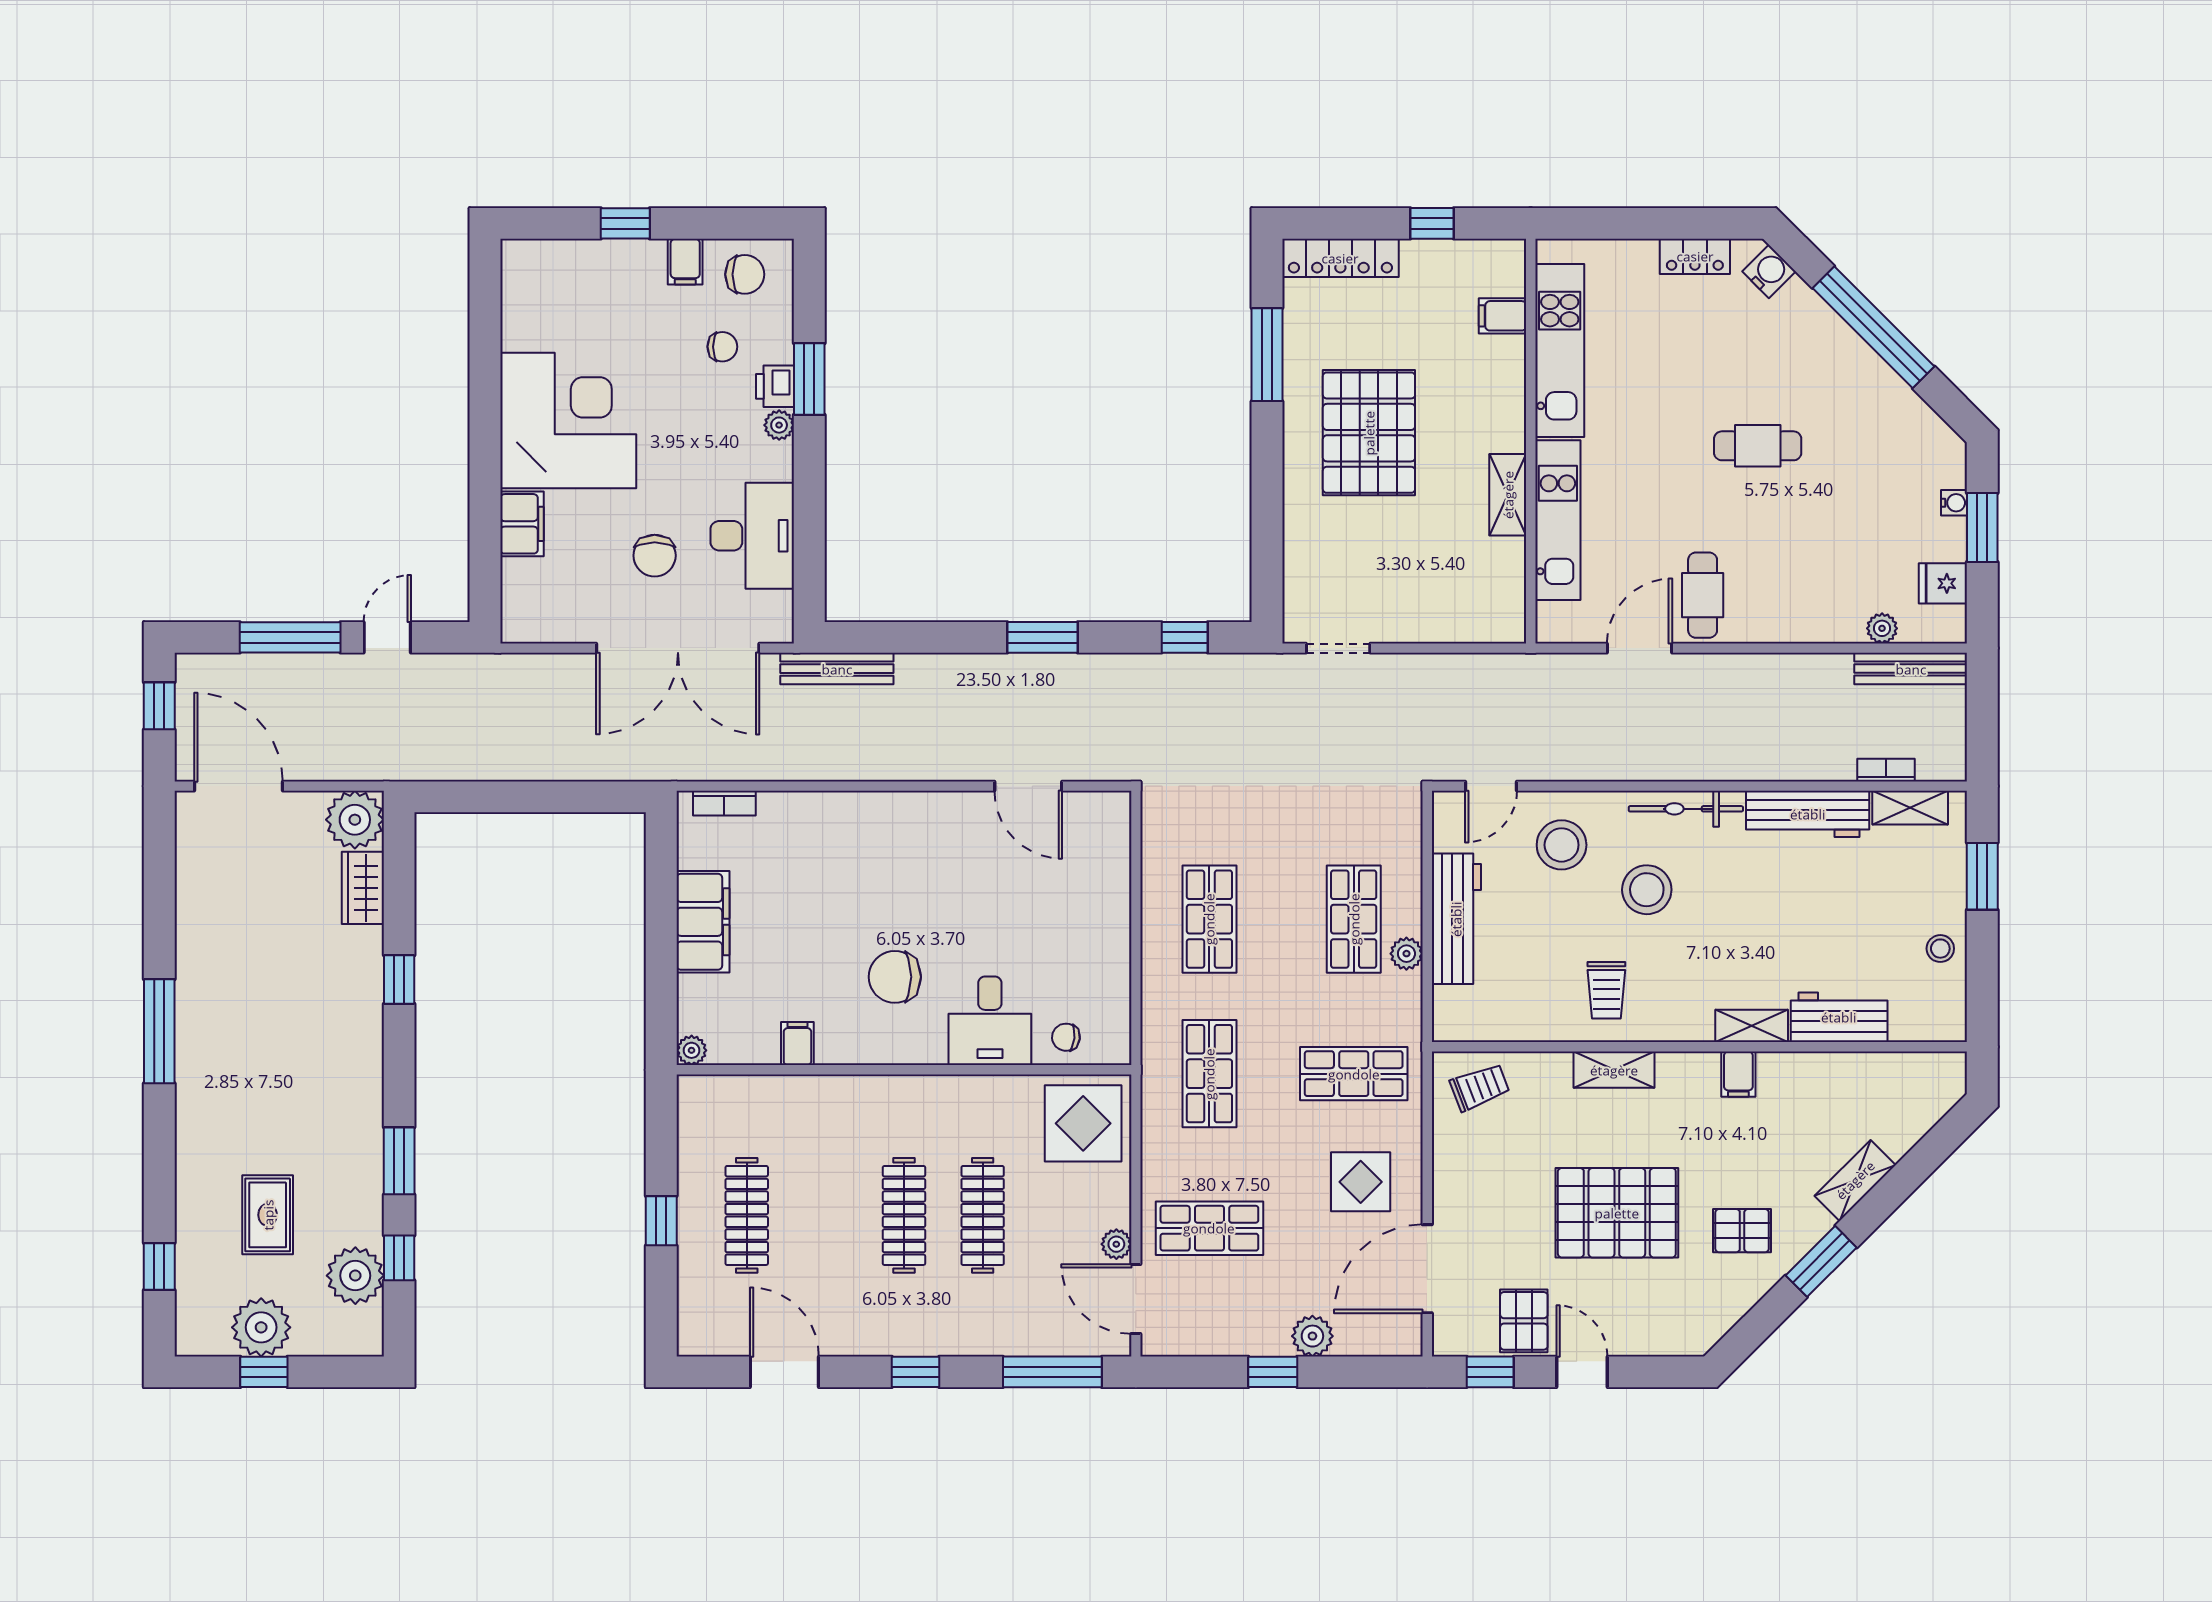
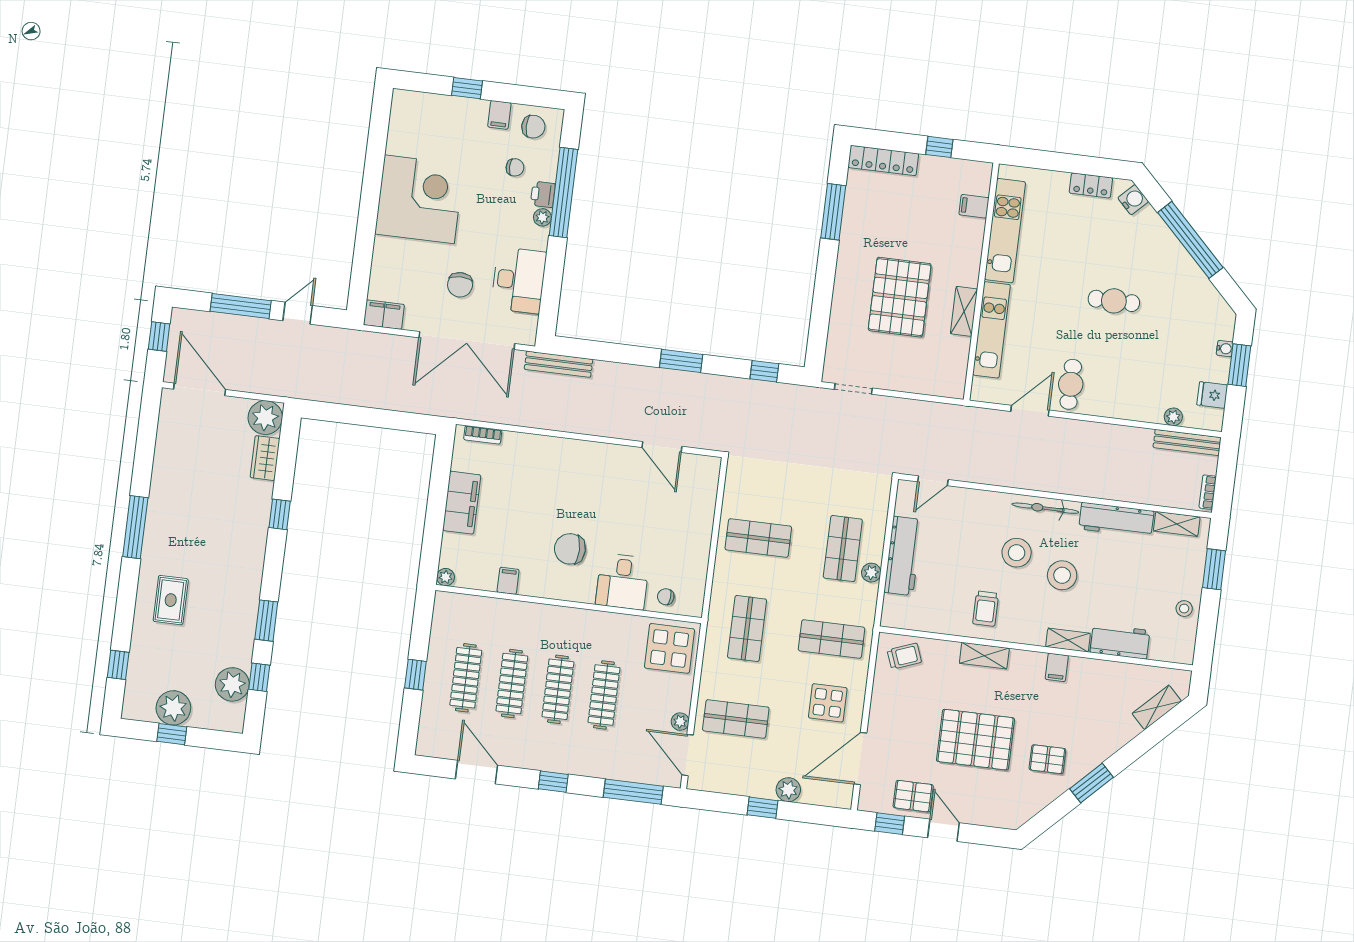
window: (809, 379) -> (563, 193), width x2.11
pallet: (1369, 433) -> (900, 297), moved
filing cabinet: (522, 524) -> (384, 315), moved, turned -90
bookcase: (1886, 770) -> (1208, 492), moved, turned -90
stool: (1562, 845) -> (1062, 575), moved
shop shelf: (1209, 919) -> (758, 538), turned 90
shelving: (1855, 1180) -> (1157, 707), moved
rug: (268, 1215) -> (171, 600), moved
clothes rail: (825, 1215) -> (512, 684), added
pallet: (1524, 1321) -> (913, 796), turned 90

